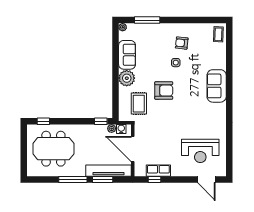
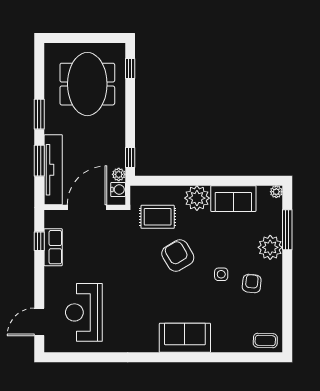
plant: (158, 31) -> (270, 247), added
armchair: (164, 91) -> (178, 256), turned 149
window: (73, 180) -> (39, 114), width x0.69

